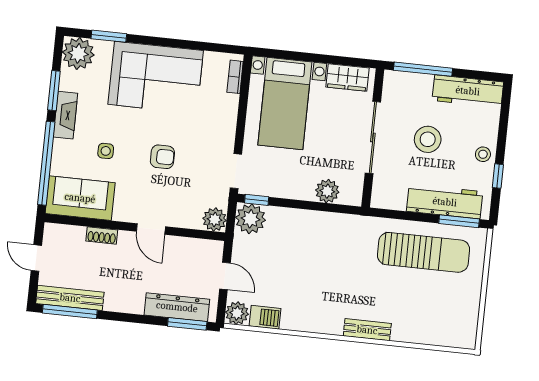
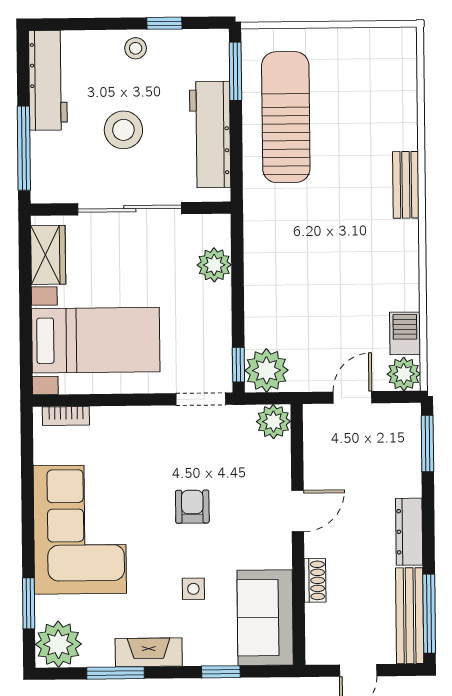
window: (46, 163) -> (221, 672), width x0.32
workbench: (445, 202) -> (210, 134), moved
dresser: (177, 307) -> (409, 532), moved, width x0.73, depth x0.80

